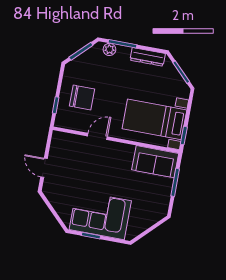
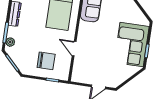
chair: (82, 98) -> (46, 61), turned 90

